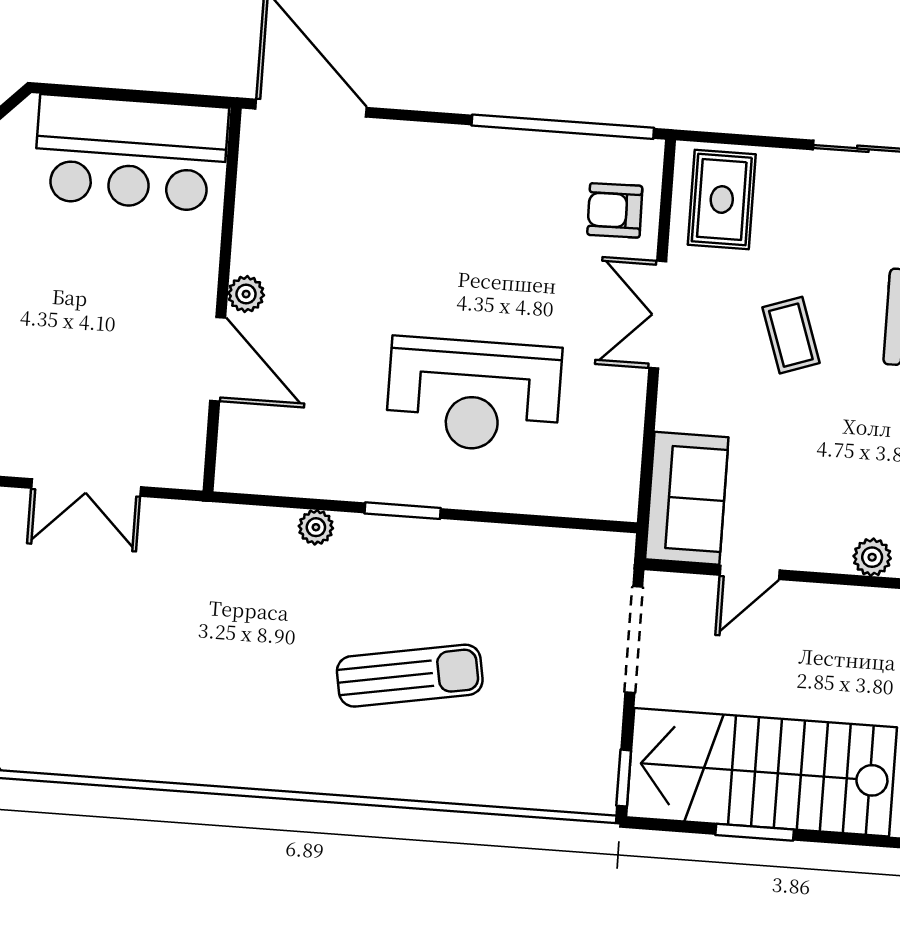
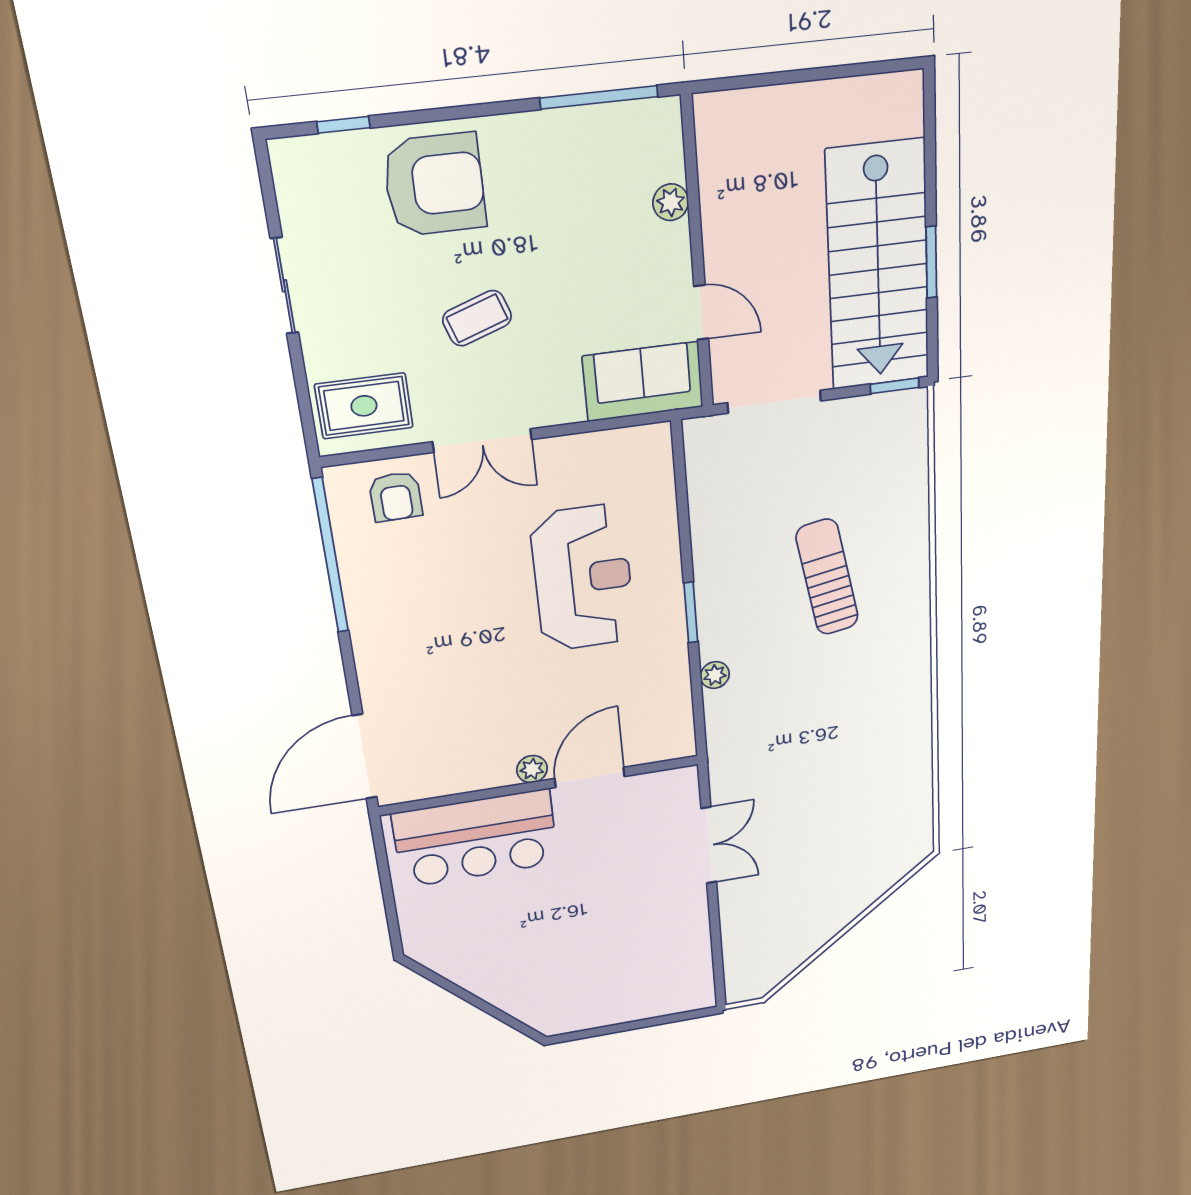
bar counter: (131, 153) -> (476, 838), moved, turned 90

